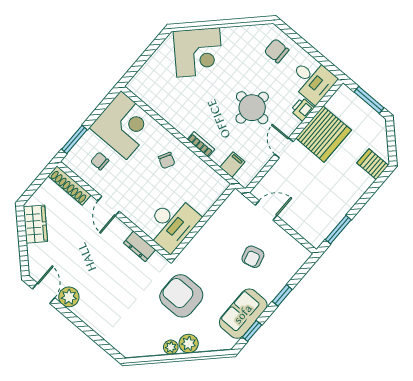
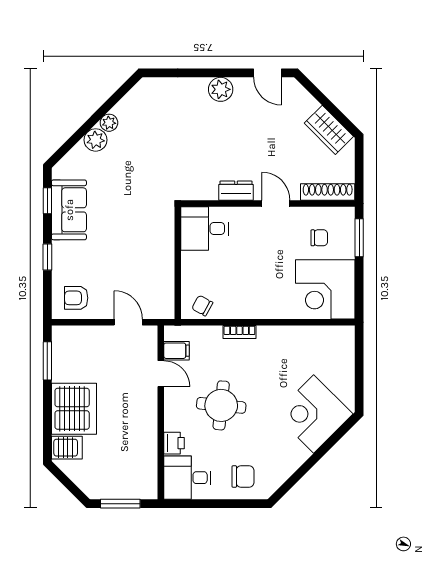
server rack: (324, 134) -> (74, 409), moved, turned 180
door: (284, 148) -> (161, 374), moved
chair: (167, 160) -> (202, 306), moved
filing cabinet: (232, 165) -> (176, 351), moved, turned -90
door: (266, 210) -> (128, 322), swing flipped
desk: (172, 224) -> (205, 229), width x0.73
dresser: (139, 246) -> (236, 191), moved
armchair: (253, 257) -> (76, 298), moved, turned -75
armchair: (181, 296) -> (139, 178), removed
plant: (69, 297) -> (221, 89), moved

